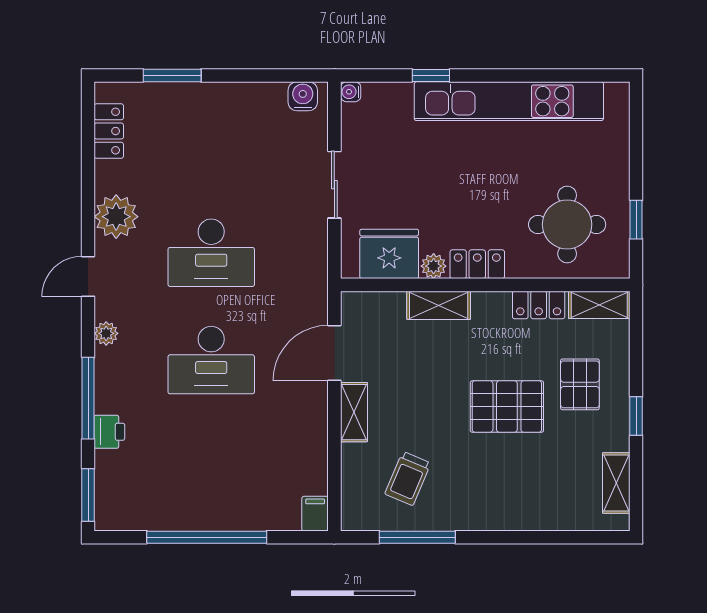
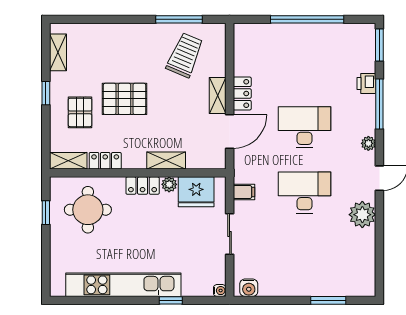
locker: (109, 131) -> (242, 94), moved, turned 180
trolley: (408, 479) -> (185, 55), width x1.36, depth x1.39
filing cabinet: (315, 514) -> (244, 192), moved, turned -90

